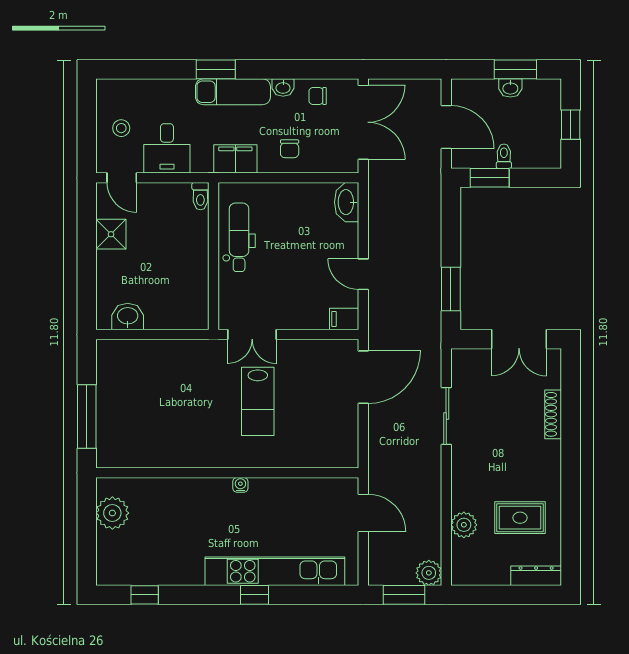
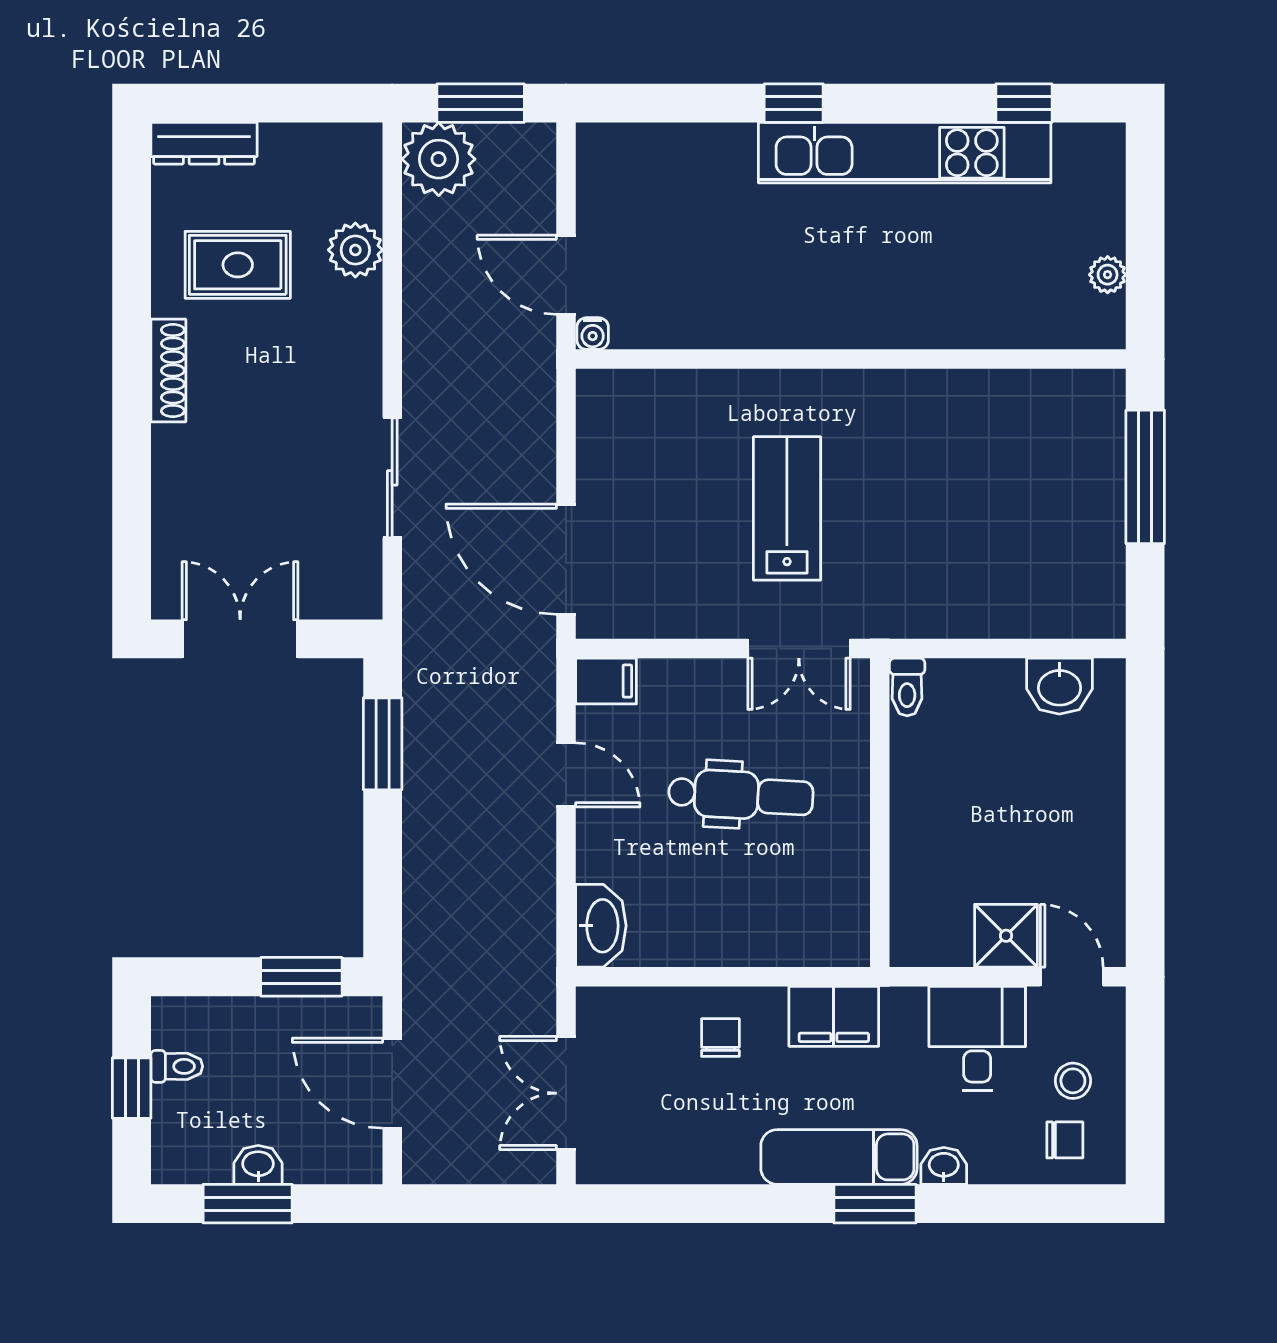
washbasin: (283, 87) -> (944, 1166), moved
chair: (318, 96) -> (1065, 1140), moved
double door: (363, 122) -> (566, 1093), width x0.73
toilet: (504, 156) -> (177, 1066), moved, turned -90
toilet: (200, 196) -> (907, 687), moved, turned 180
shower: (111, 234) -> (1006, 936), moved
dental chair: (239, 237) -> (741, 795), moved, turned -87
double door: (252, 334) -> (799, 649), swing flipped
door: (363, 377) -> (566, 559), hinge flipped
shoe rack: (553, 414) -> (168, 370), moved
water cooler: (240, 485) -> (593, 334), moved
plant: (112, 513) -> (1108, 275), width x0.53, depth x0.53
kitchen unit: (275, 571) -> (905, 153), moved
plant: (429, 573) -> (439, 159), width x1.36, depth x1.36

